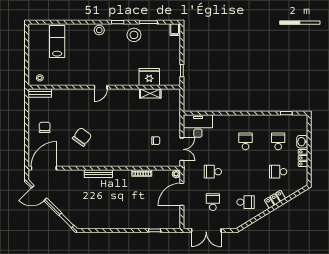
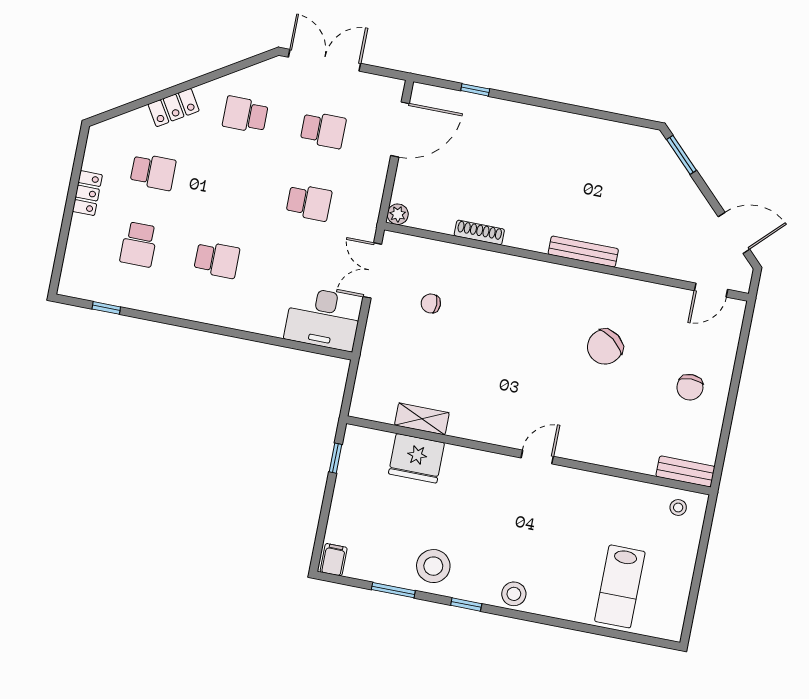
school desk: (245, 141) -> (217, 260), turned -90
washbasin: (302, 142) -> (82, 232), removed
door: (44, 168) -> (711, 290), width x0.53
door: (182, 194) -> (400, 129), moved
school desk: (213, 202) -> (323, 130), turned -90
double door: (206, 230) -> (325, 60), moved

